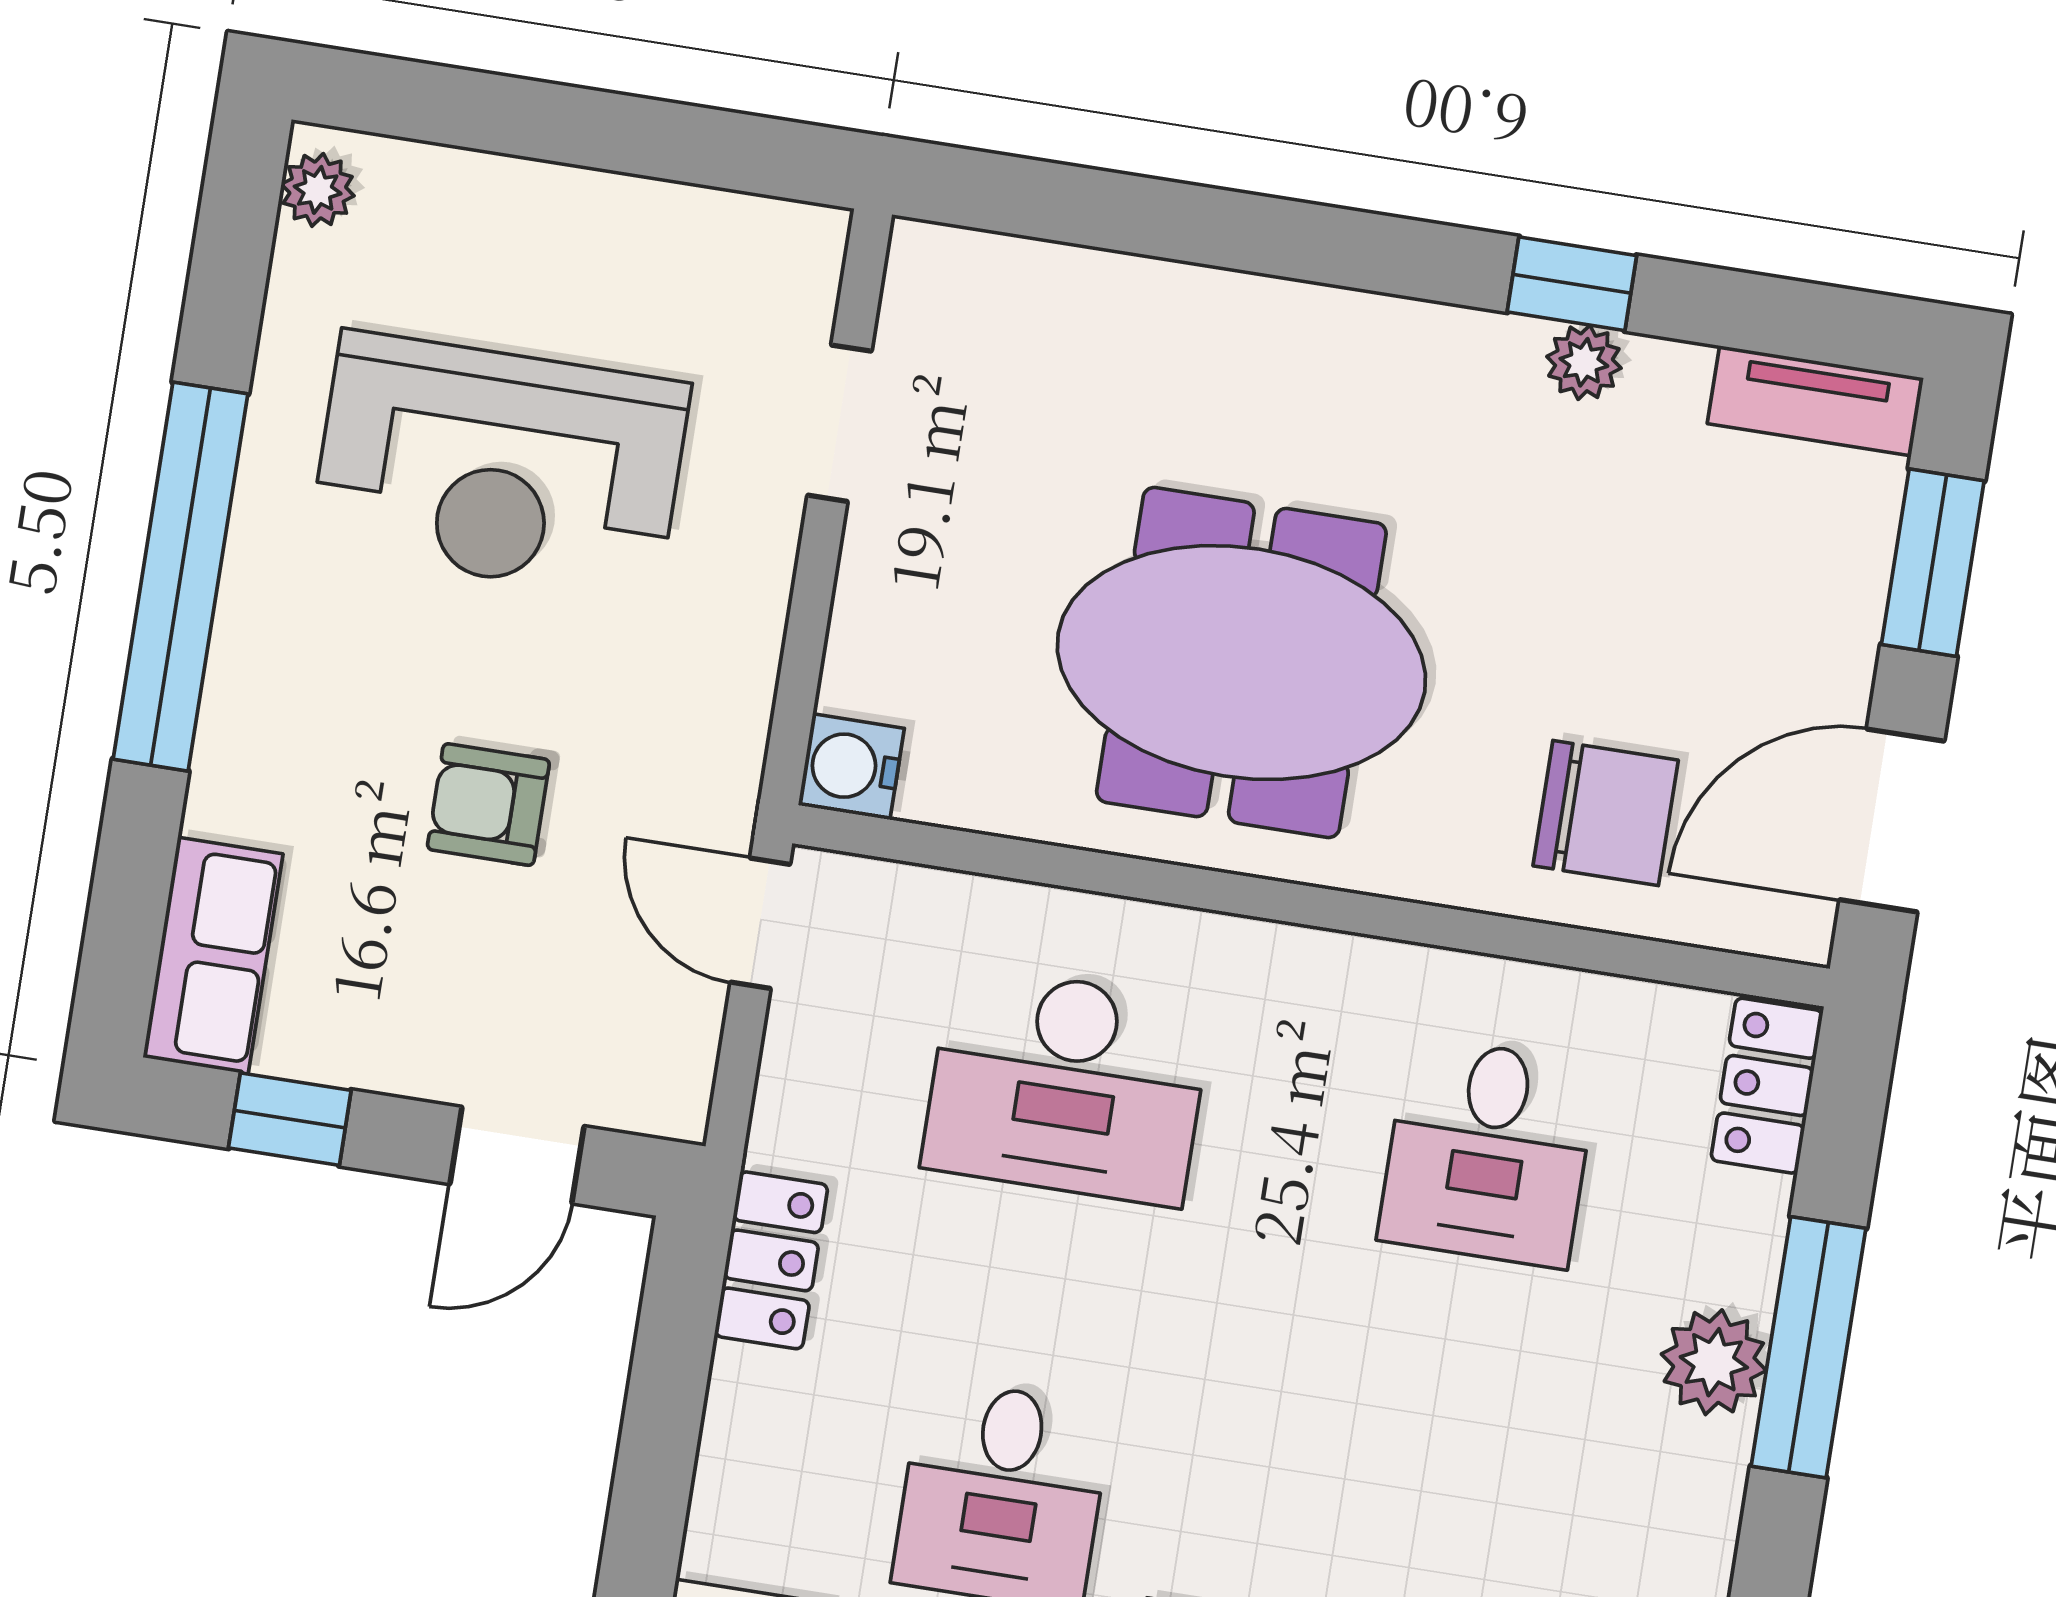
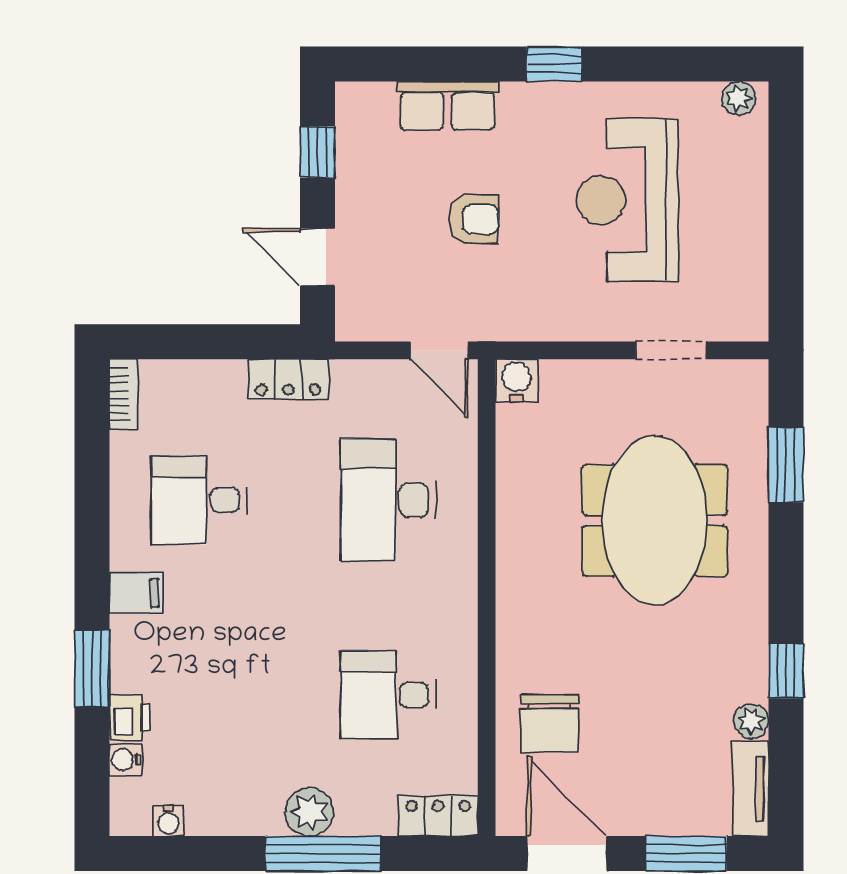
window: (1126, 213) -> (786, 465), added
plant: (1584, 362) -> (751, 721), moved
window: (181, 577) -> (554, 64), width x0.32
meeting table: (1241, 663) -> (655, 520), moved
armchair: (488, 805) -> (474, 219), turned 90
door: (760, 923) -> (439, 350), swing flipped
row of seats: (213, 956) -> (448, 106), moved

